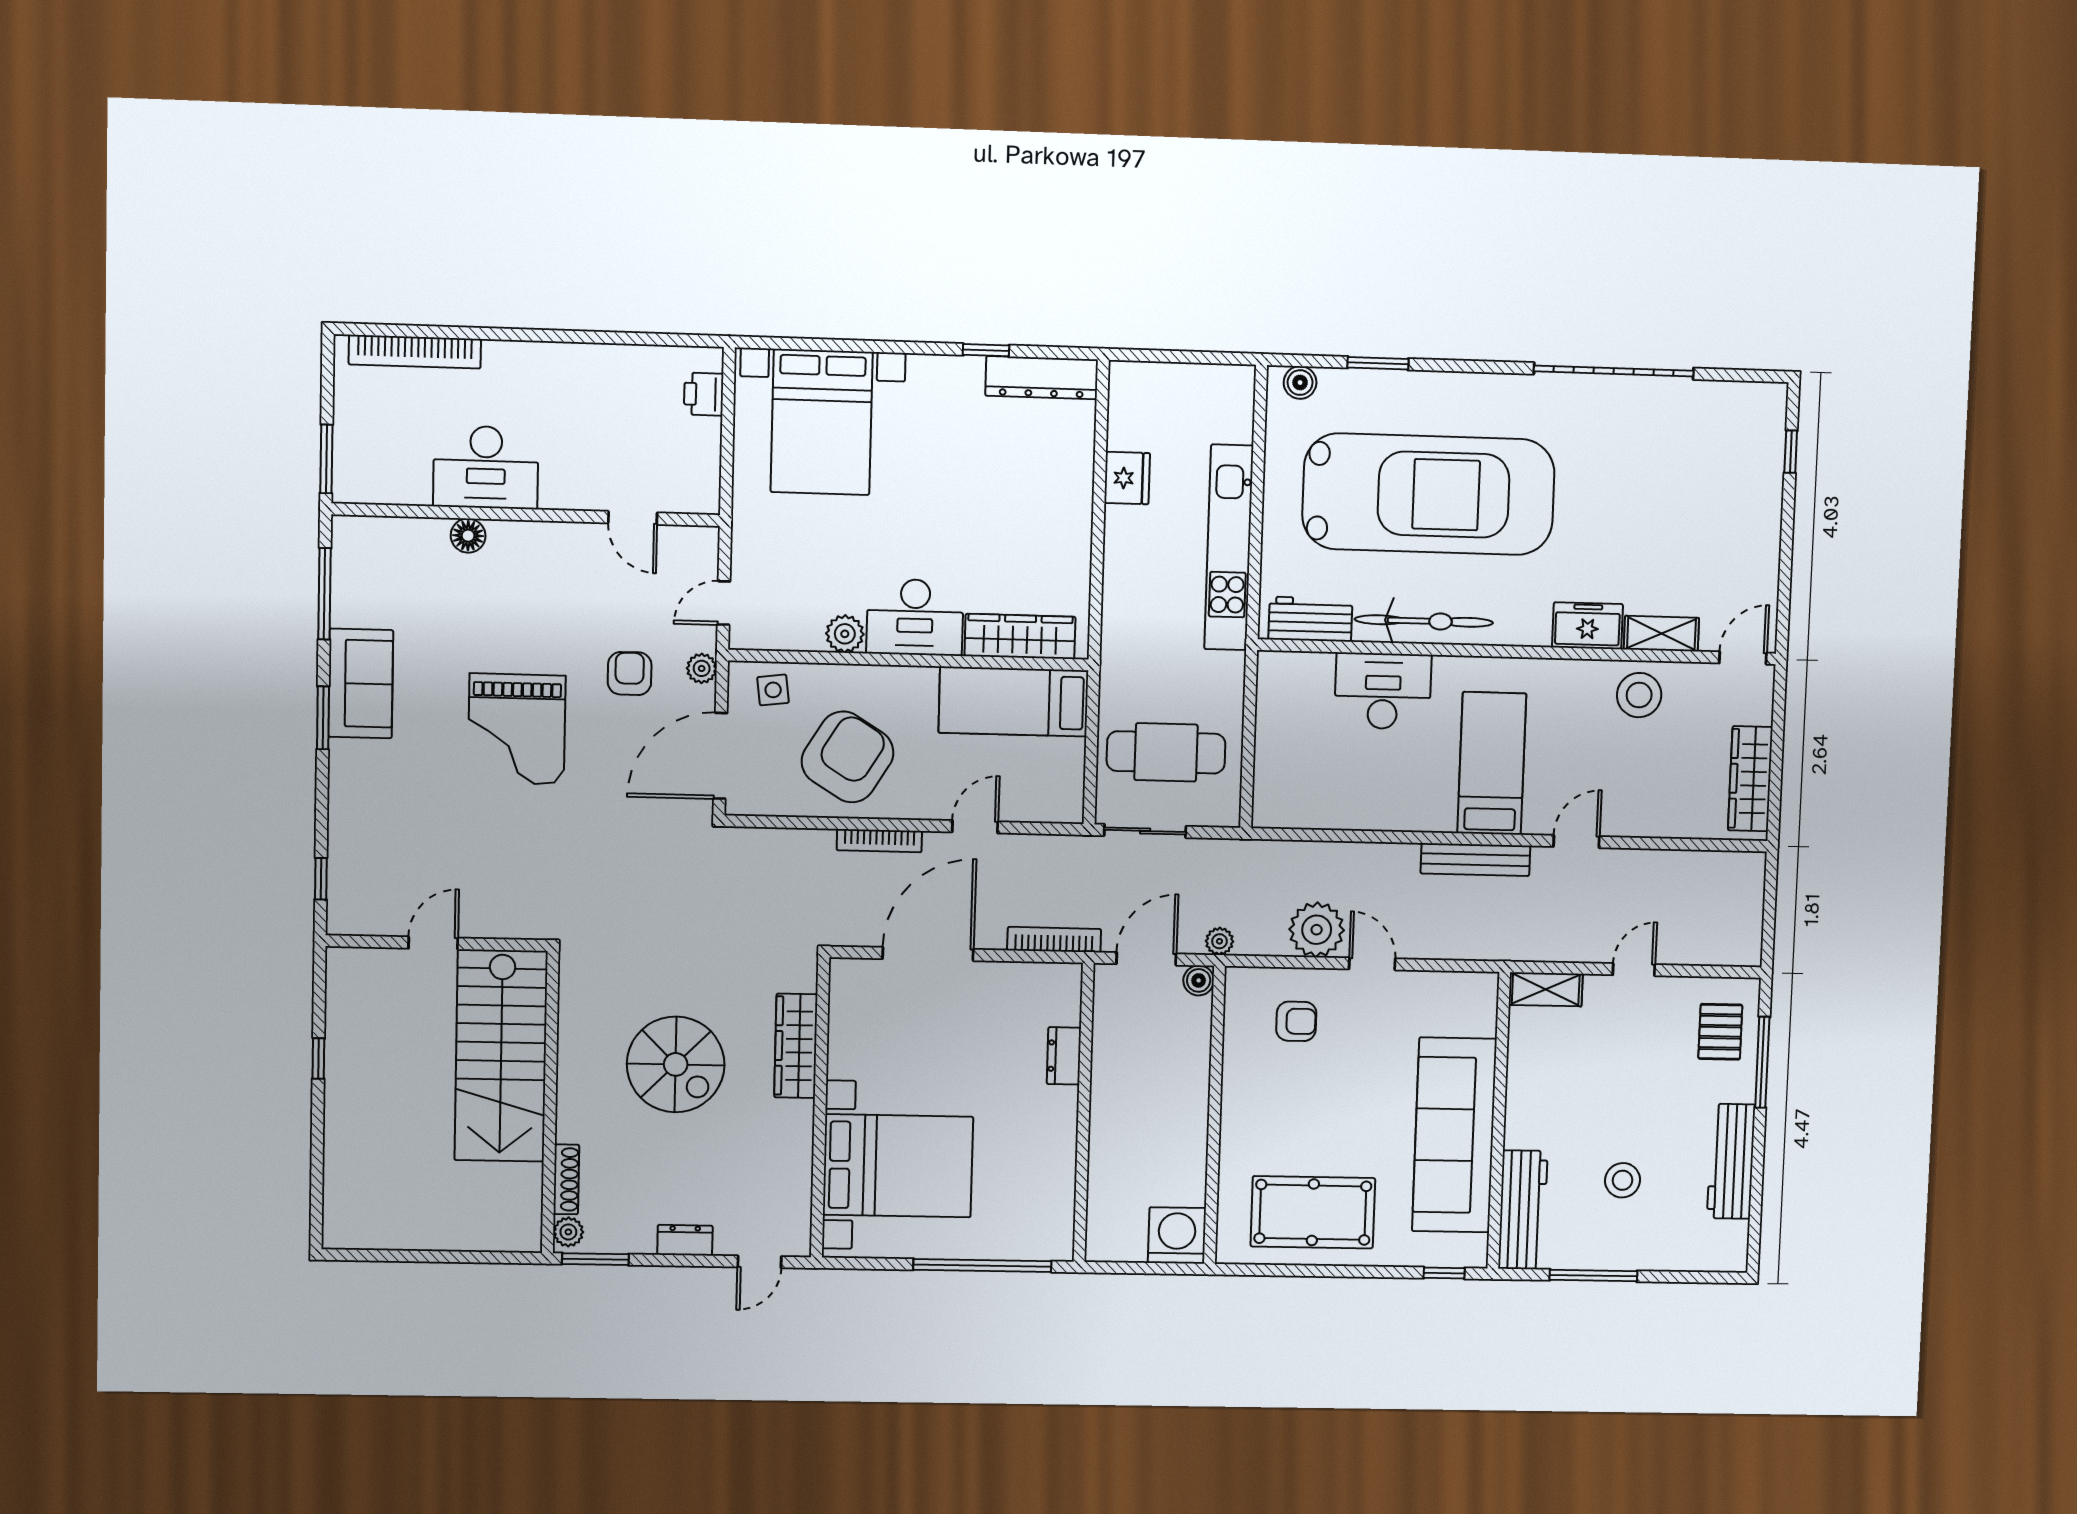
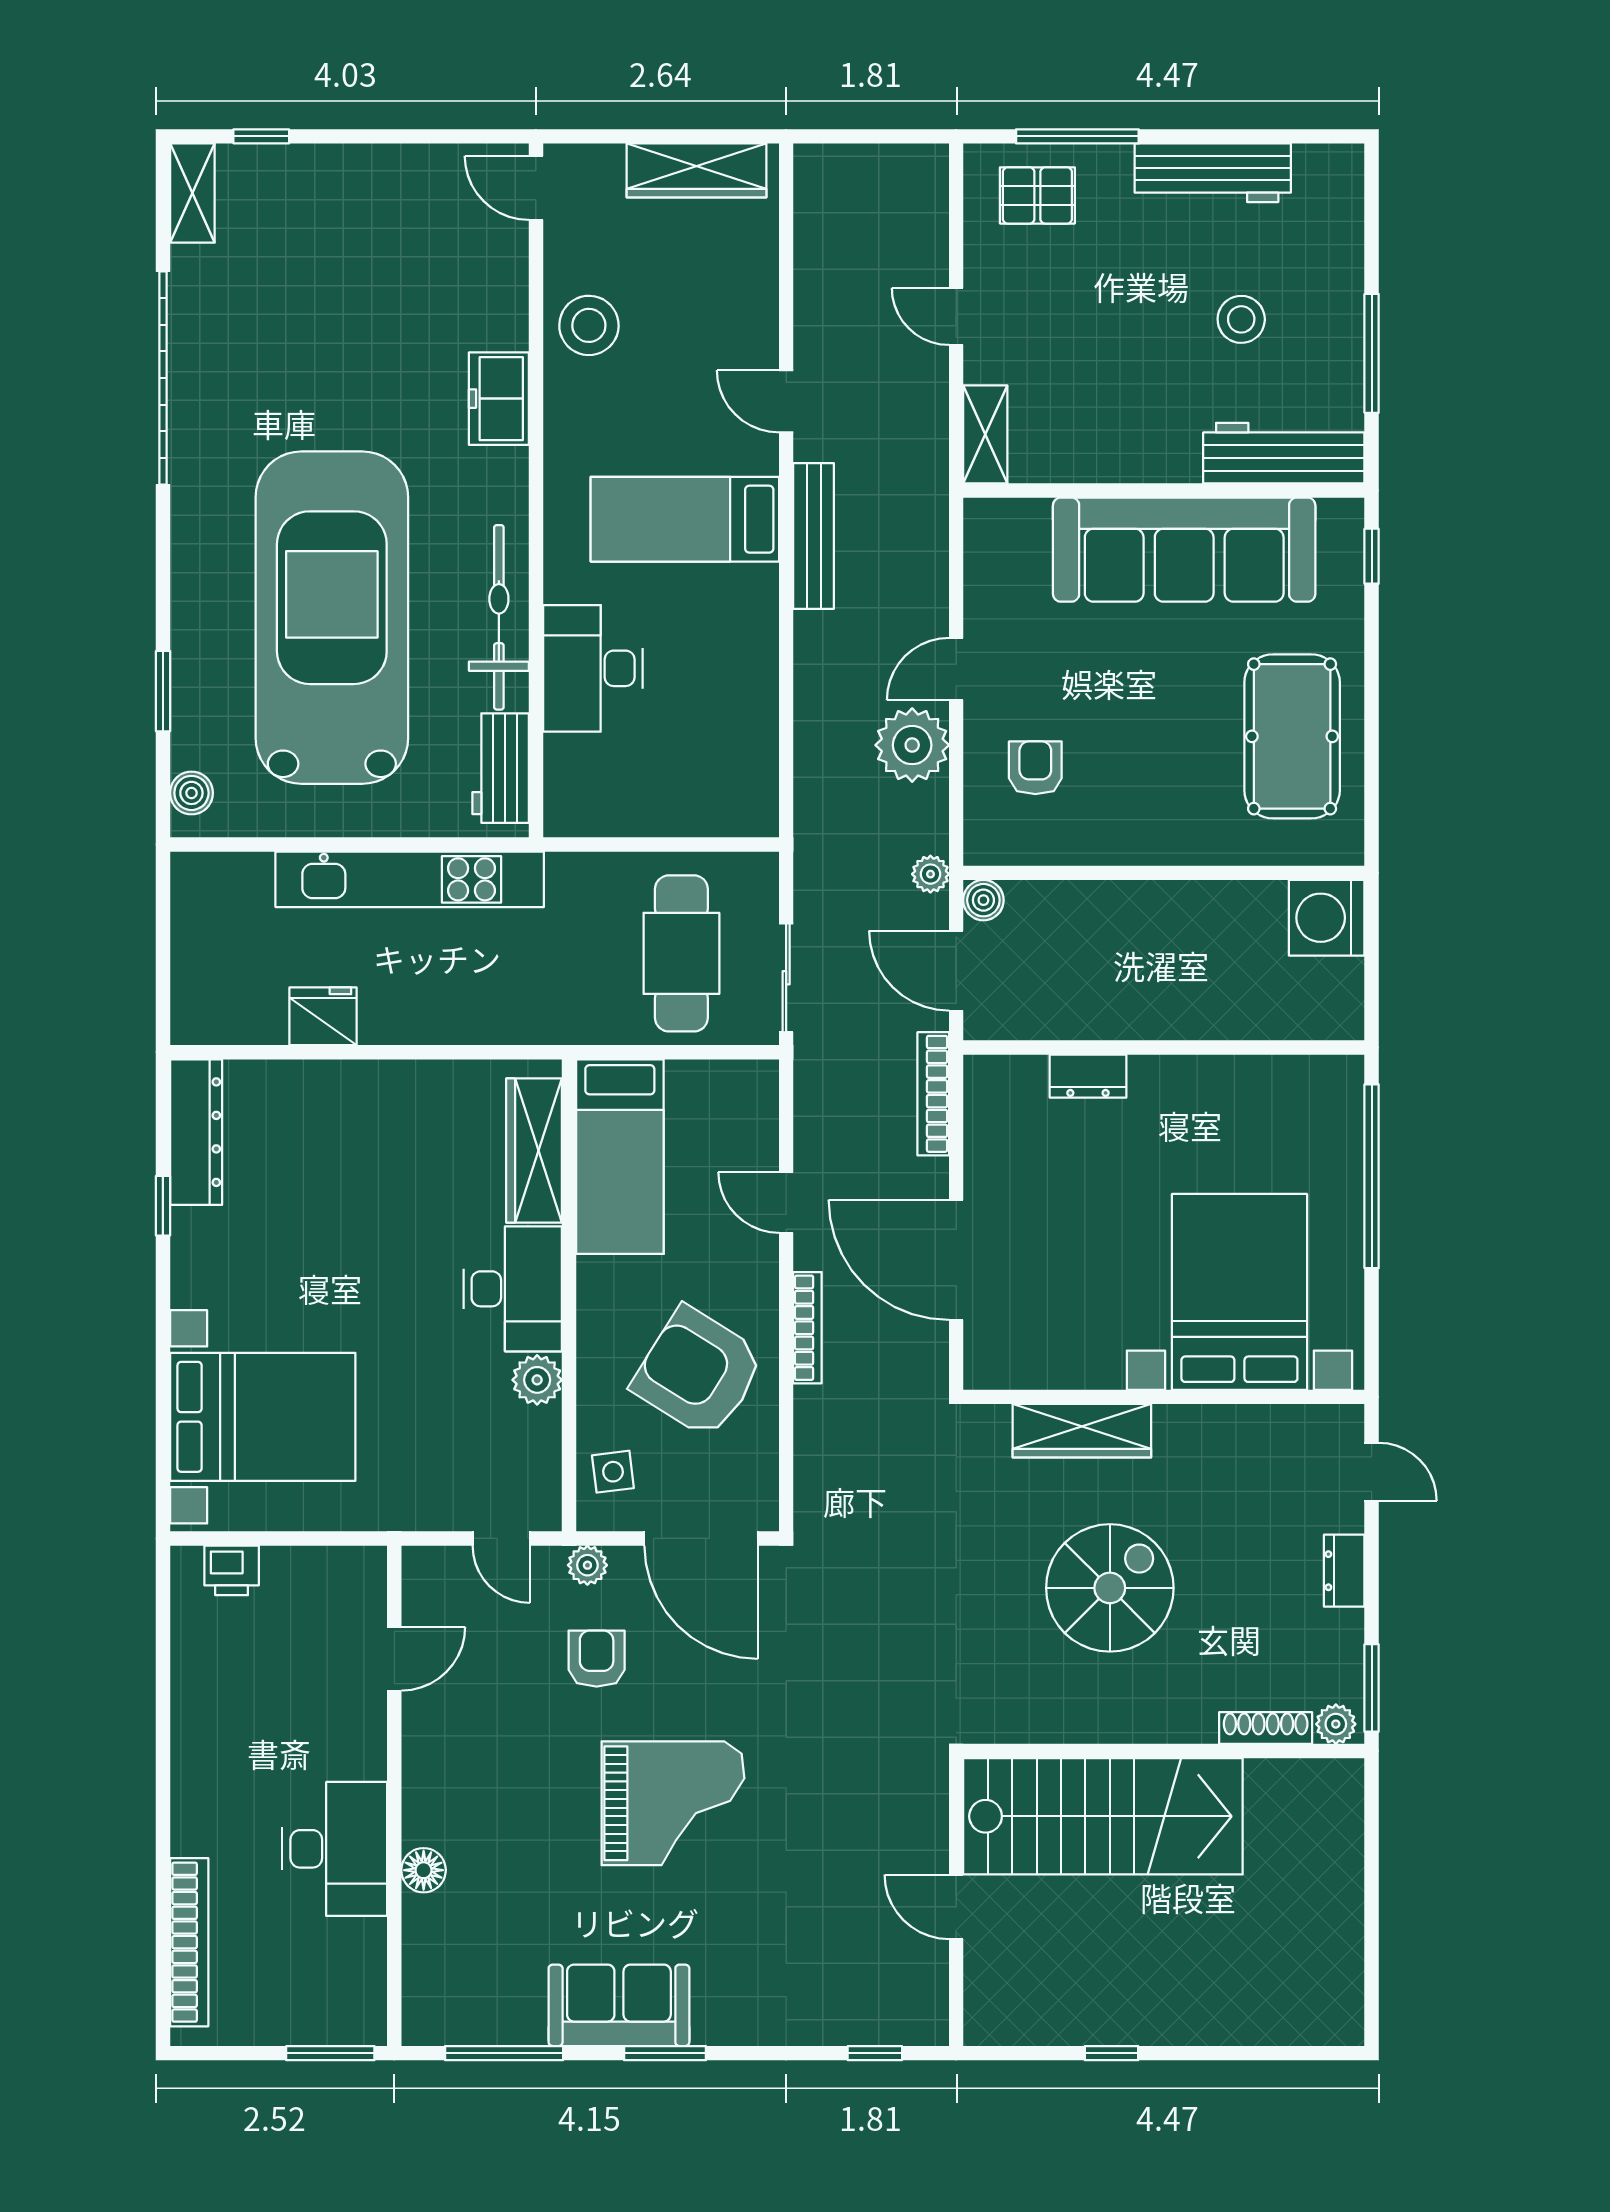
shelving: (1661, 634) -> (192, 193), moved
armchair: (630, 673) -> (597, 1659), turned 90

